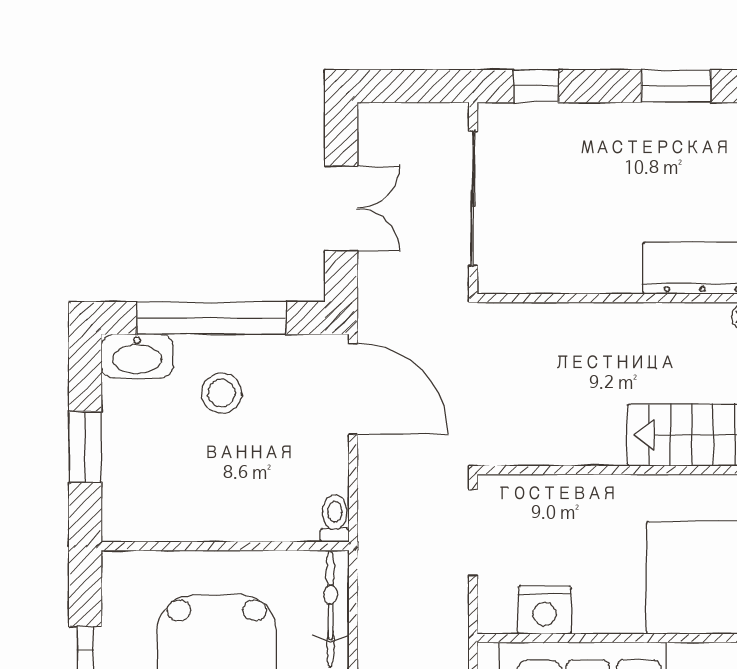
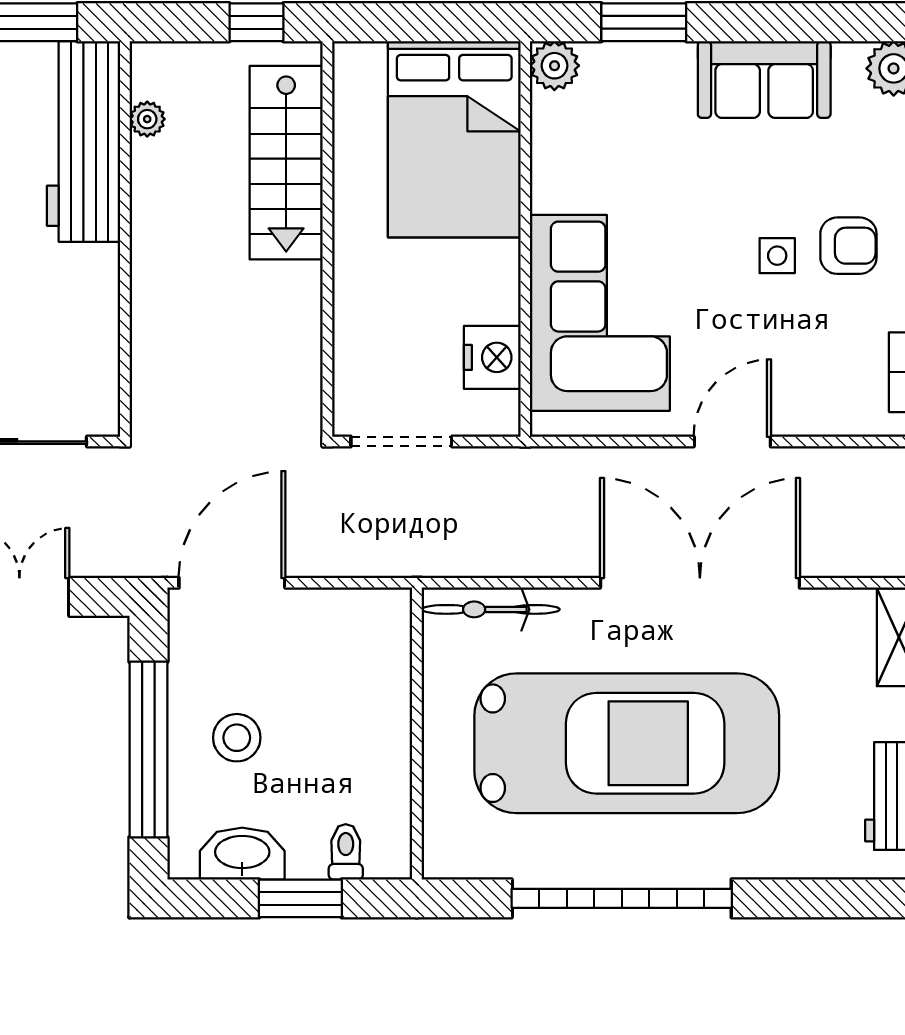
washbasin: (137, 356) -> (242, 854), moved, turned -90
toilet: (335, 518) -> (346, 852), moved, turned 90

